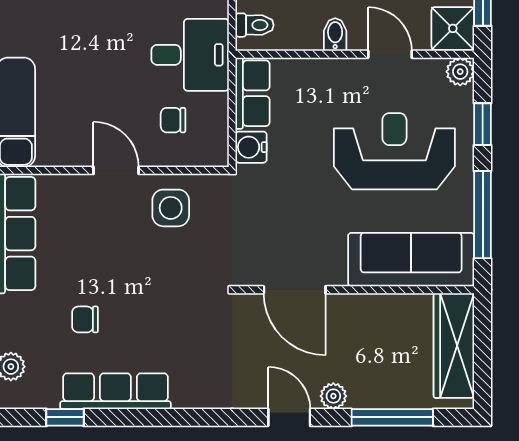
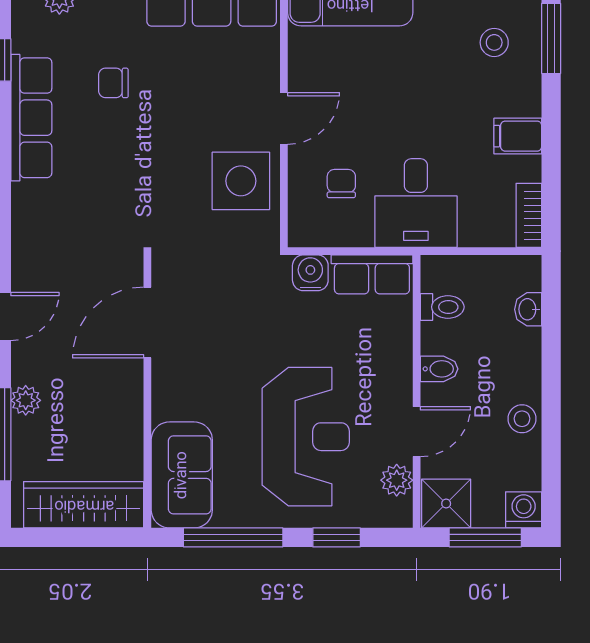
toilet: (255, 25) -> (442, 307), moved, turned -90
plant: (460, 72) -> (397, 480), moved
side table: (171, 208) -> (241, 181), width x1.37, depth x1.37
sofa: (411, 260) -> (182, 475), width x0.73
chair: (85, 319) -> (113, 83), turned -90
plant: (333, 396) -> (26, 400), moved

